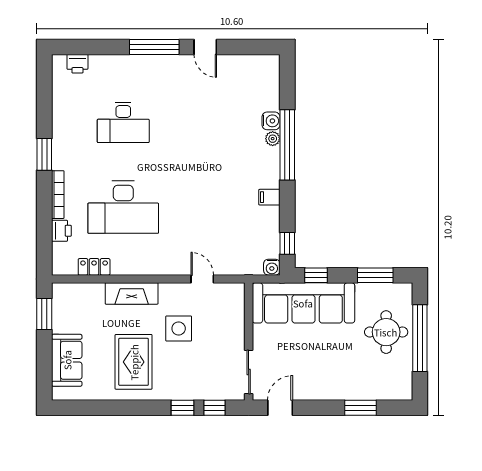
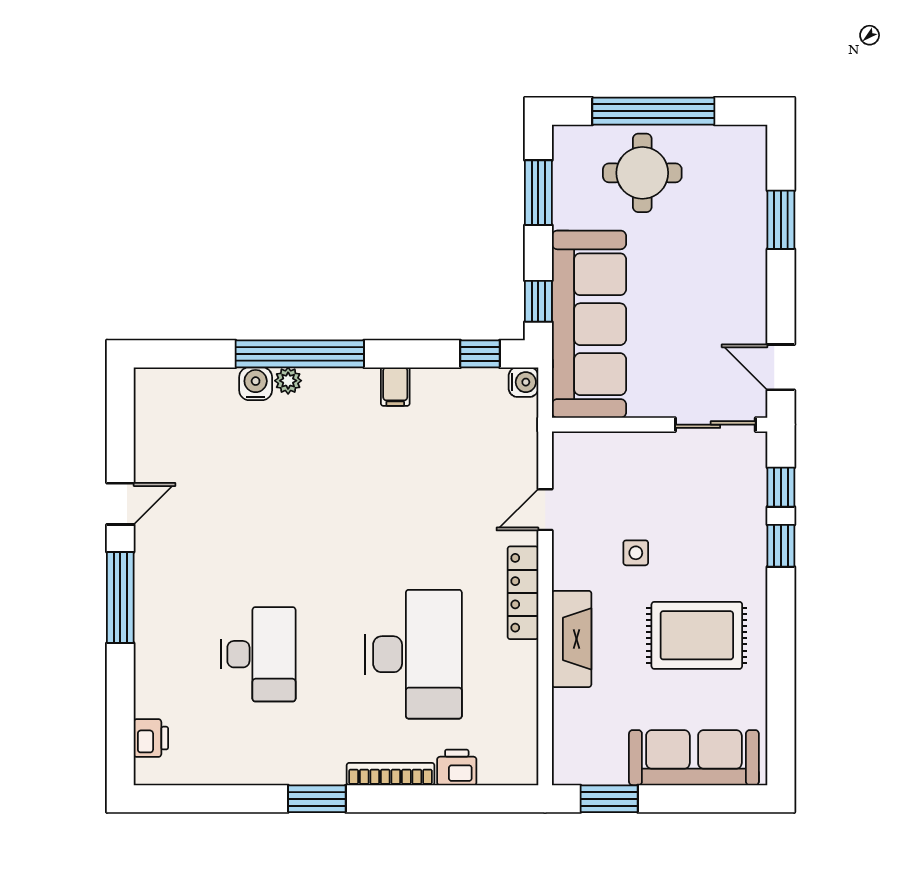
locker: (94, 267) -> (523, 593), moved, width x1.53
side table: (179, 329) -> (636, 553), width x0.54, depth x0.54
sofa: (67, 360) -> (694, 758), width x1.36

